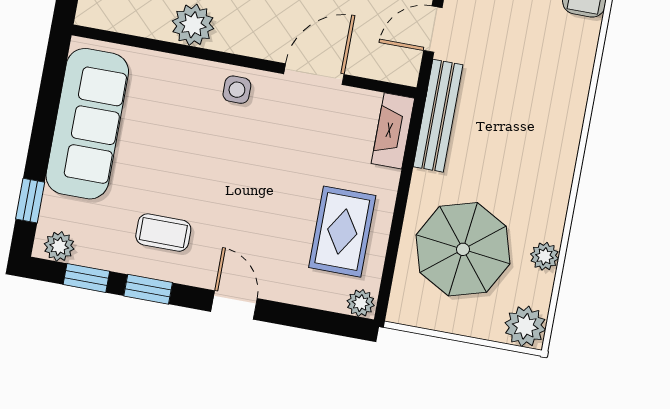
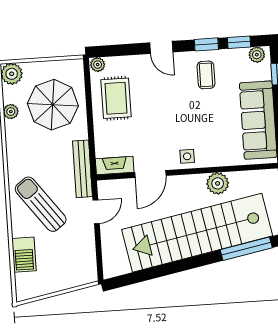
sun lounger: (533, 69) -> (41, 204), added
fireplace: (393, 131) -> (115, 165), moved, turned -90
coffee table: (163, 233) -> (206, 75), turned 90

